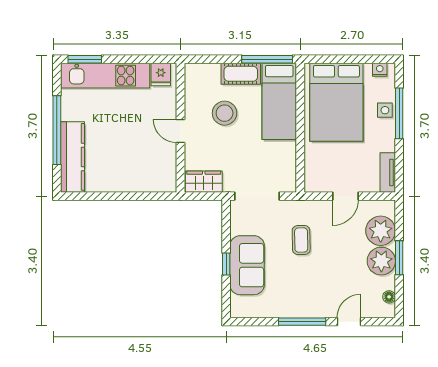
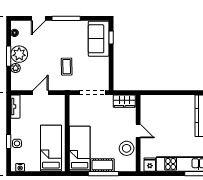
window: (267, 59) -> (103, 174), moved
bed: (336, 102) -> (51, 148), width x0.67
stool: (225, 113) -> (127, 148), moved
window: (399, 113) -> (9, 142), width x0.46
plant: (381, 231) -> (16, 68), width x0.53, depth x0.53
window: (226, 264) -> (111, 38), moved
sofa: (247, 265) -> (99, 39), moved

